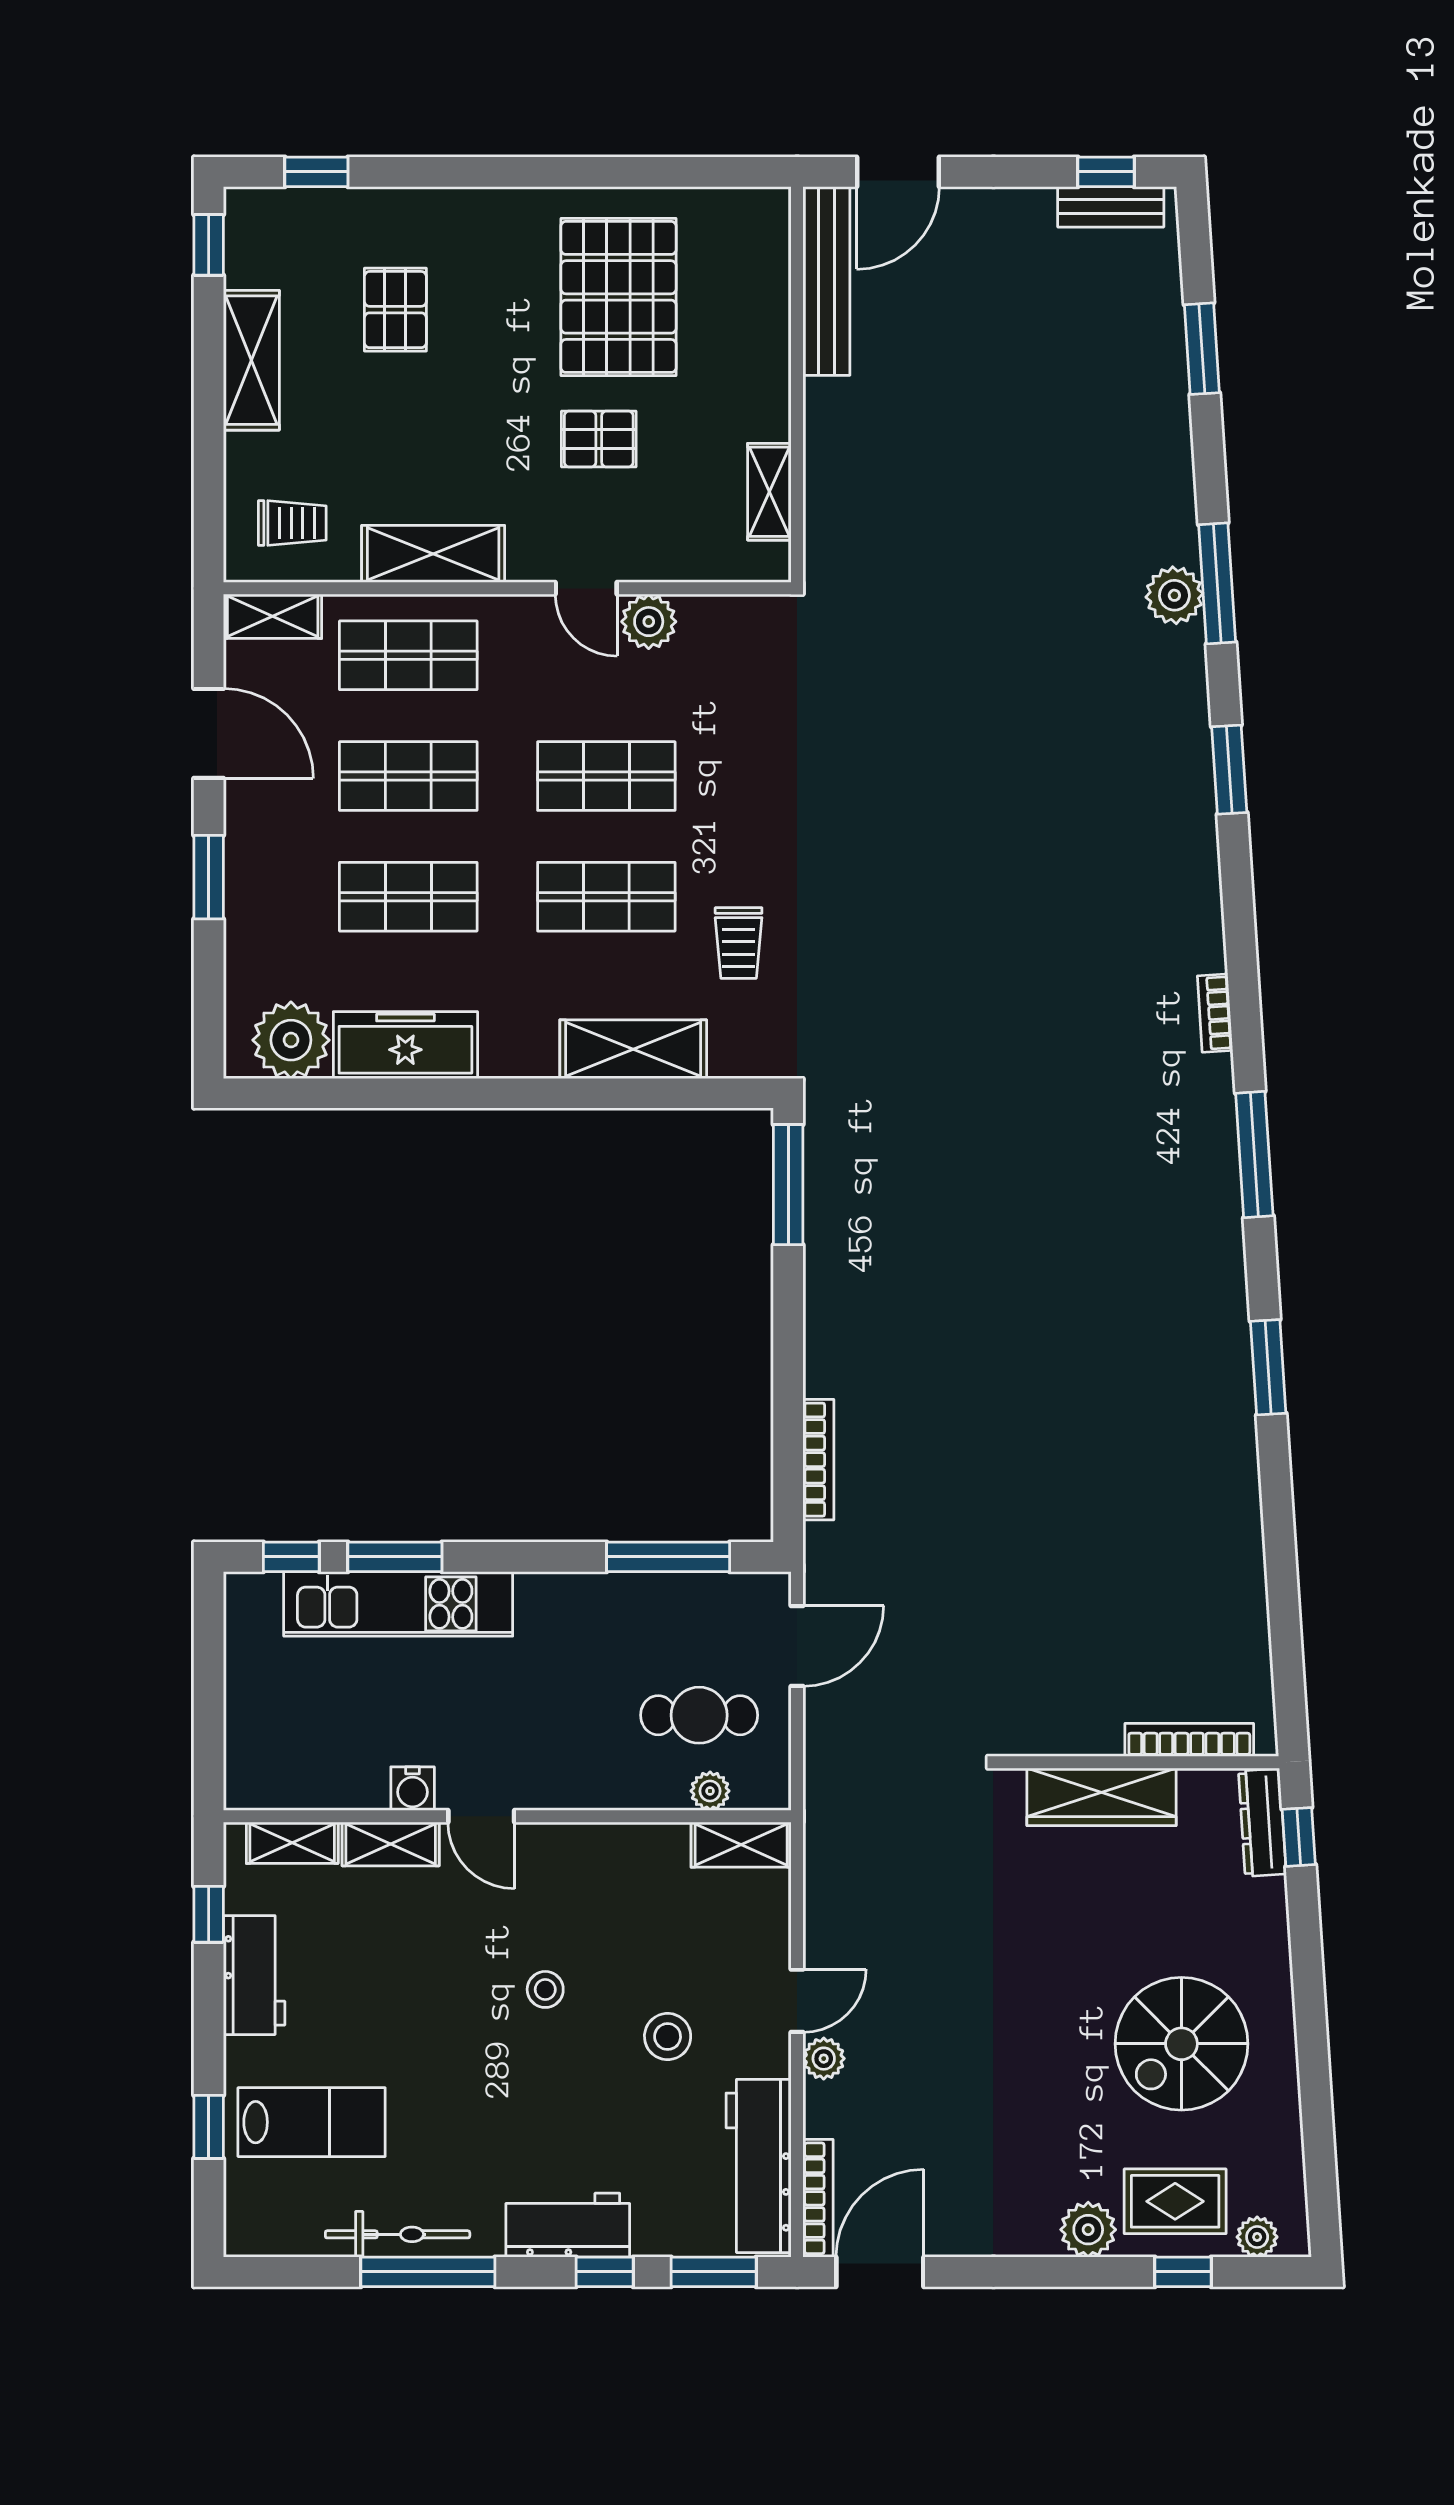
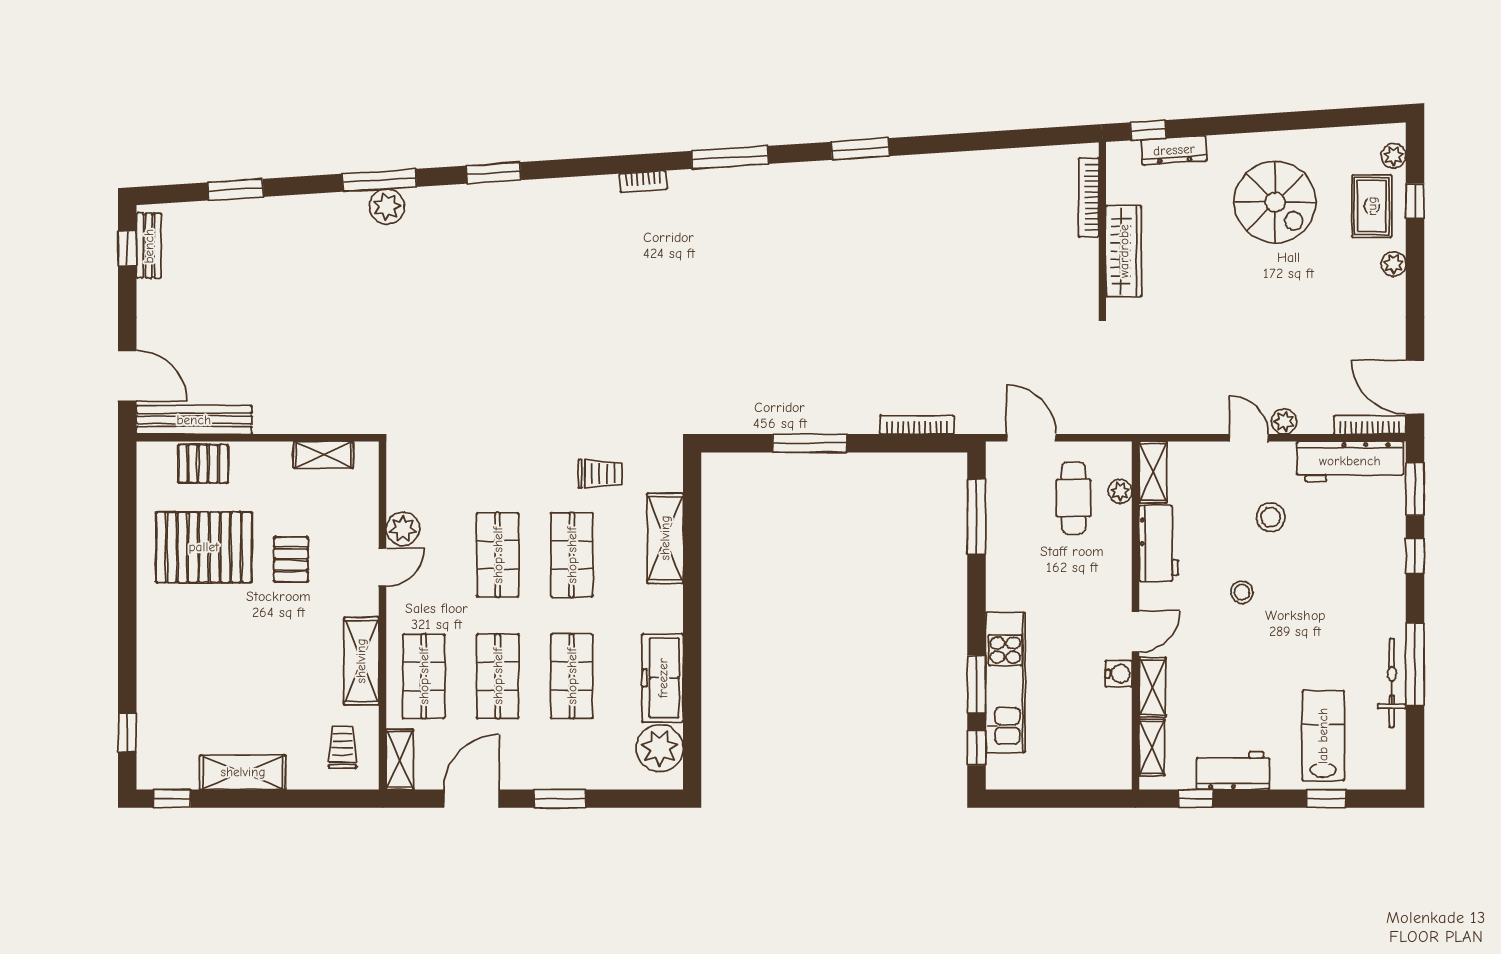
pallet: (395, 310) -> (203, 464), moved
window: (788, 1185) -> (809, 443), moved
dresser: (1262, 1822) -> (1174, 150), moved
workbench: (568, 2225) -> (1159, 543), moved, turned 180
plant: (1088, 2230) -> (1394, 264), width x0.73, depth x0.73

